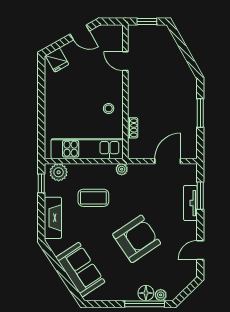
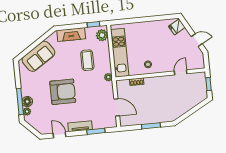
door: (80, 32) -> (197, 40), swing flipped
tv unit: (190, 203) -> (80, 126), moved
armchair: (137, 239) -> (63, 92), turned -56

